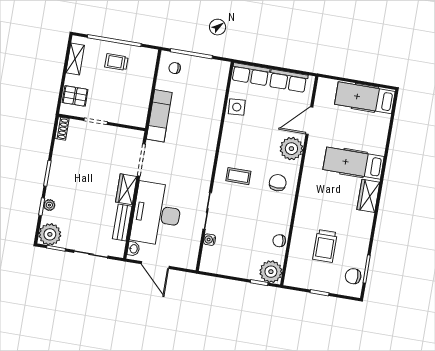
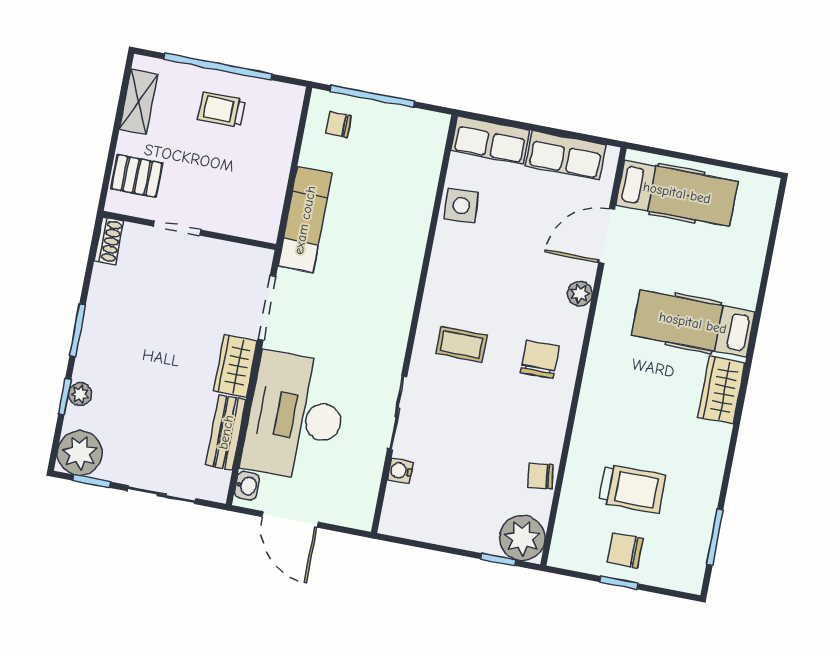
hospital bed: (365, 98) -> (677, 193), moved, turned 180
plant: (291, 149) -> (580, 294), width x0.53, depth x0.53
trolley: (325, 246) -> (632, 489), turned -90
chair: (353, 276) -> (625, 550), moved

